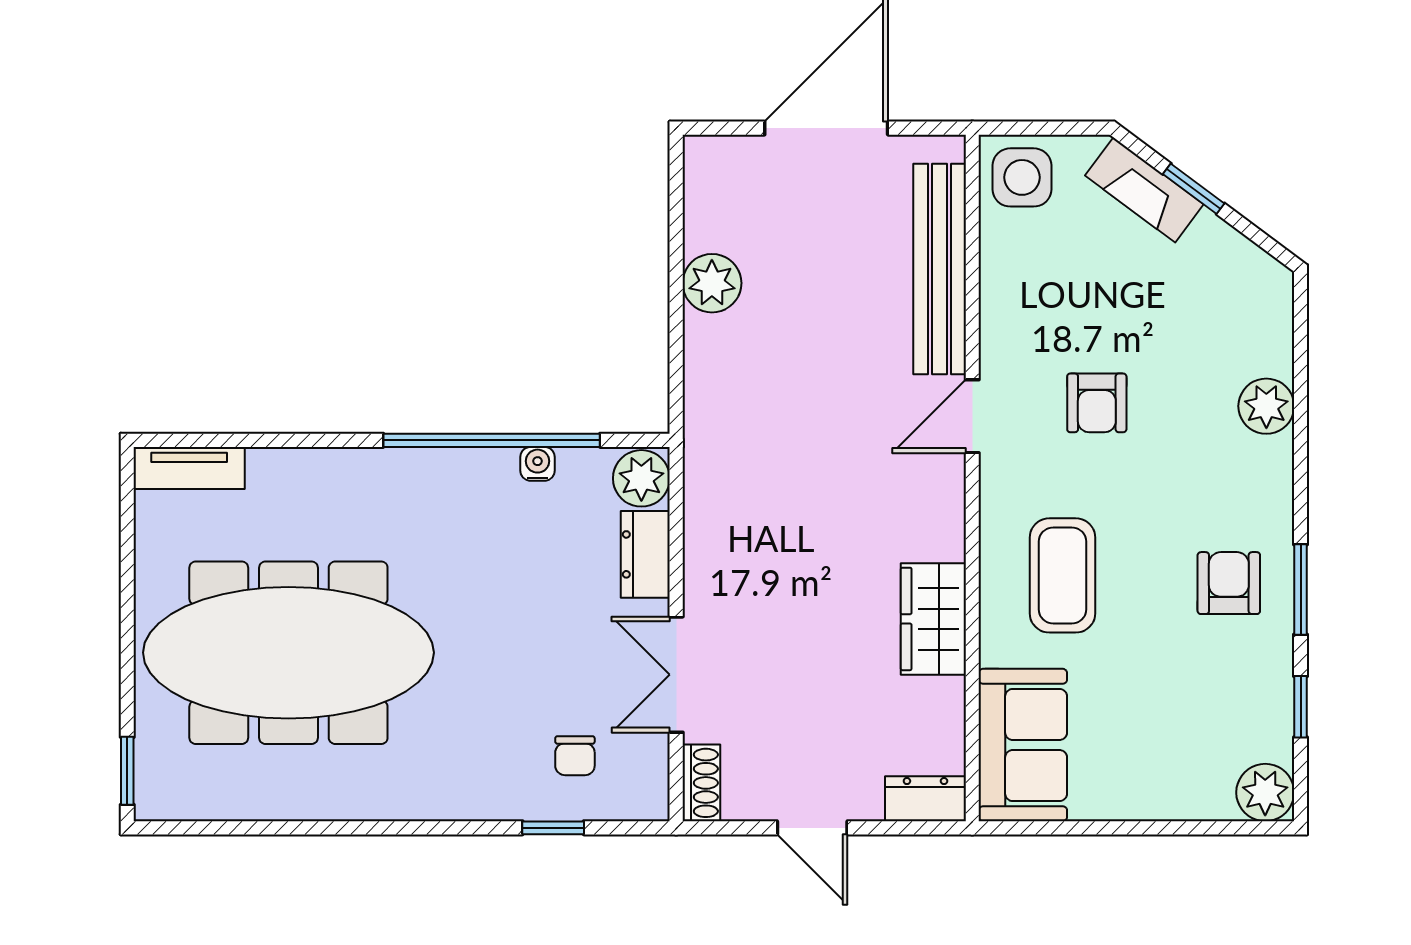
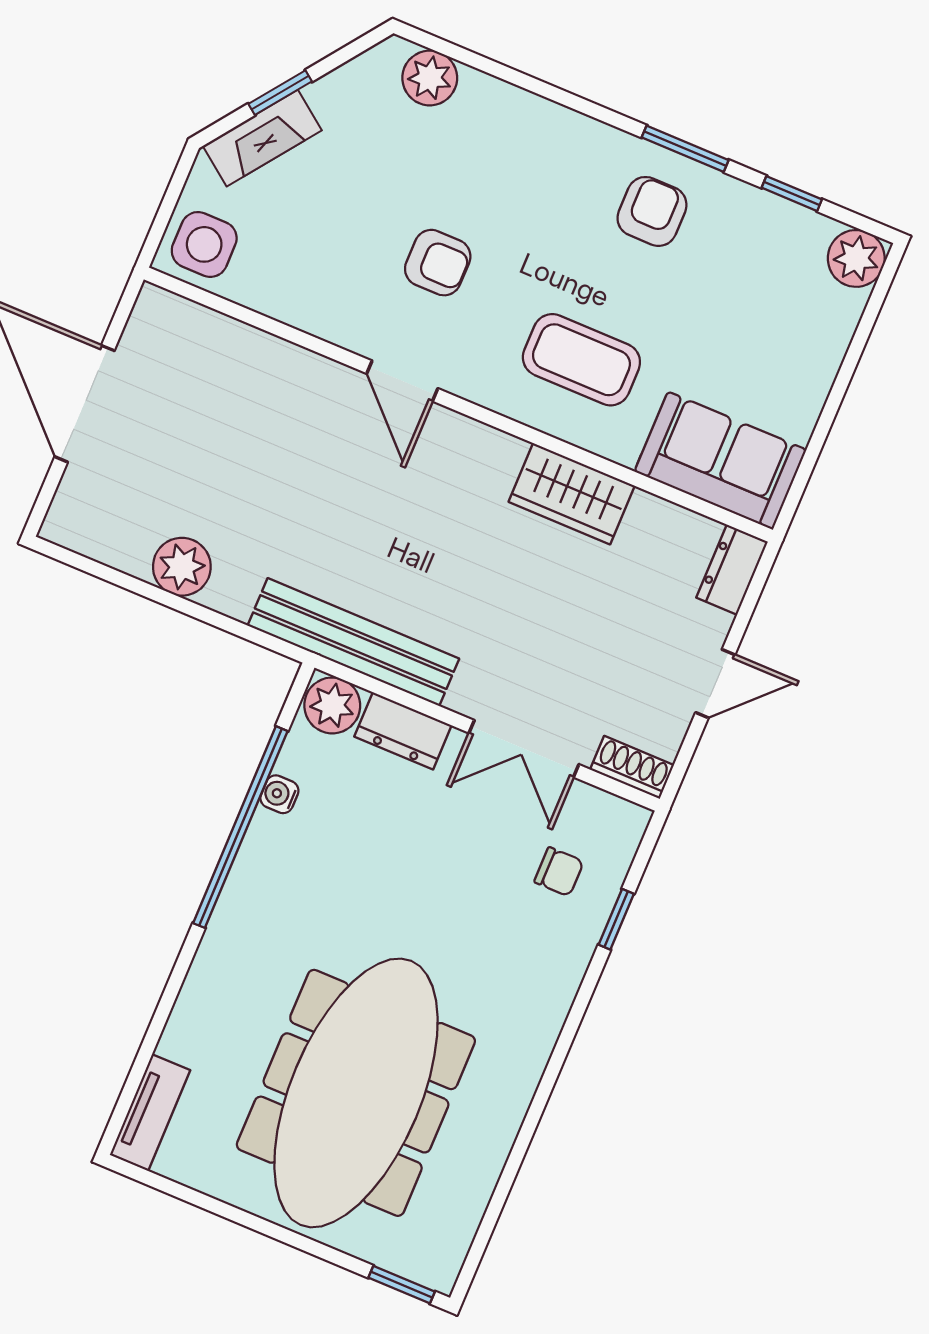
bench: (940, 269) -> (353, 642), moved
plant: (1266, 406) -> (430, 78), moved
armchair: (1229, 583) -> (652, 211), turned 90

